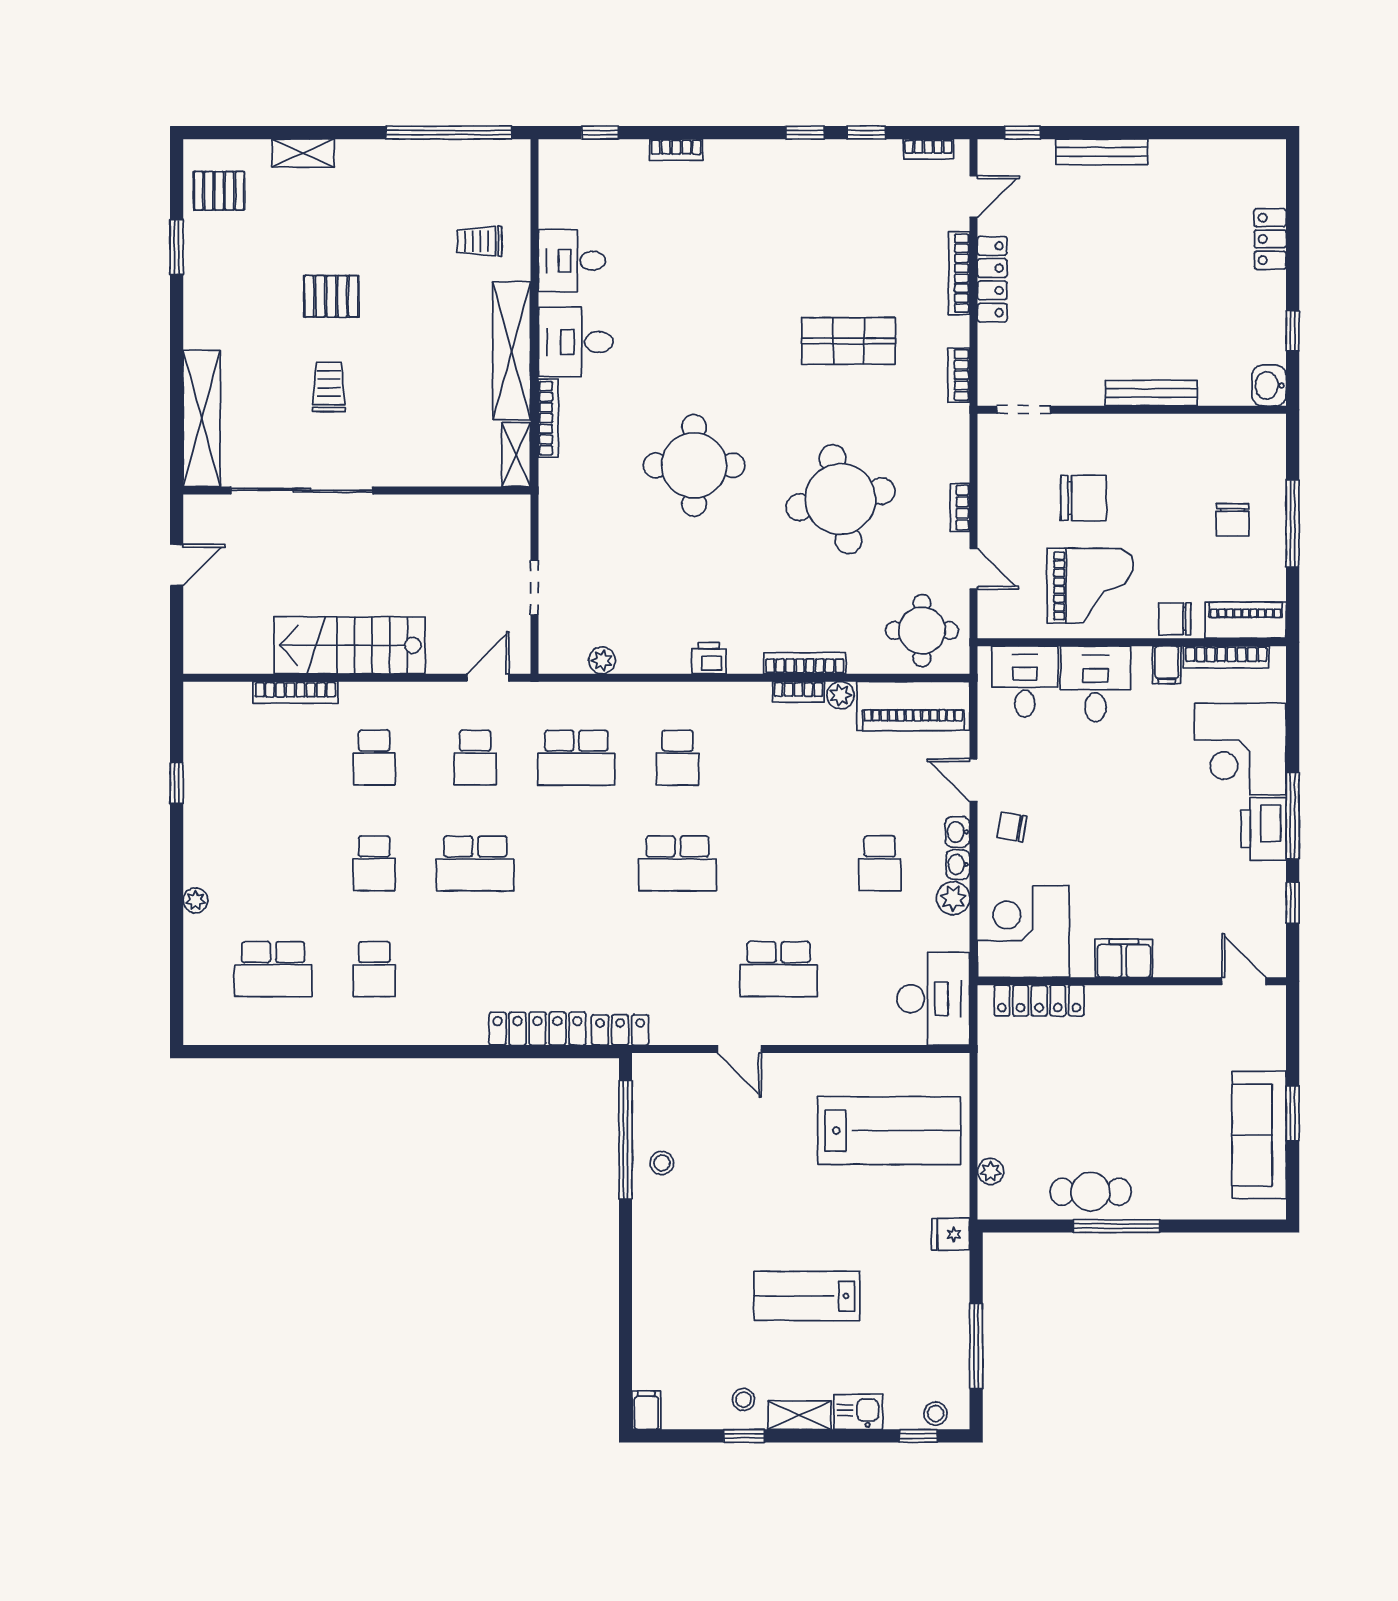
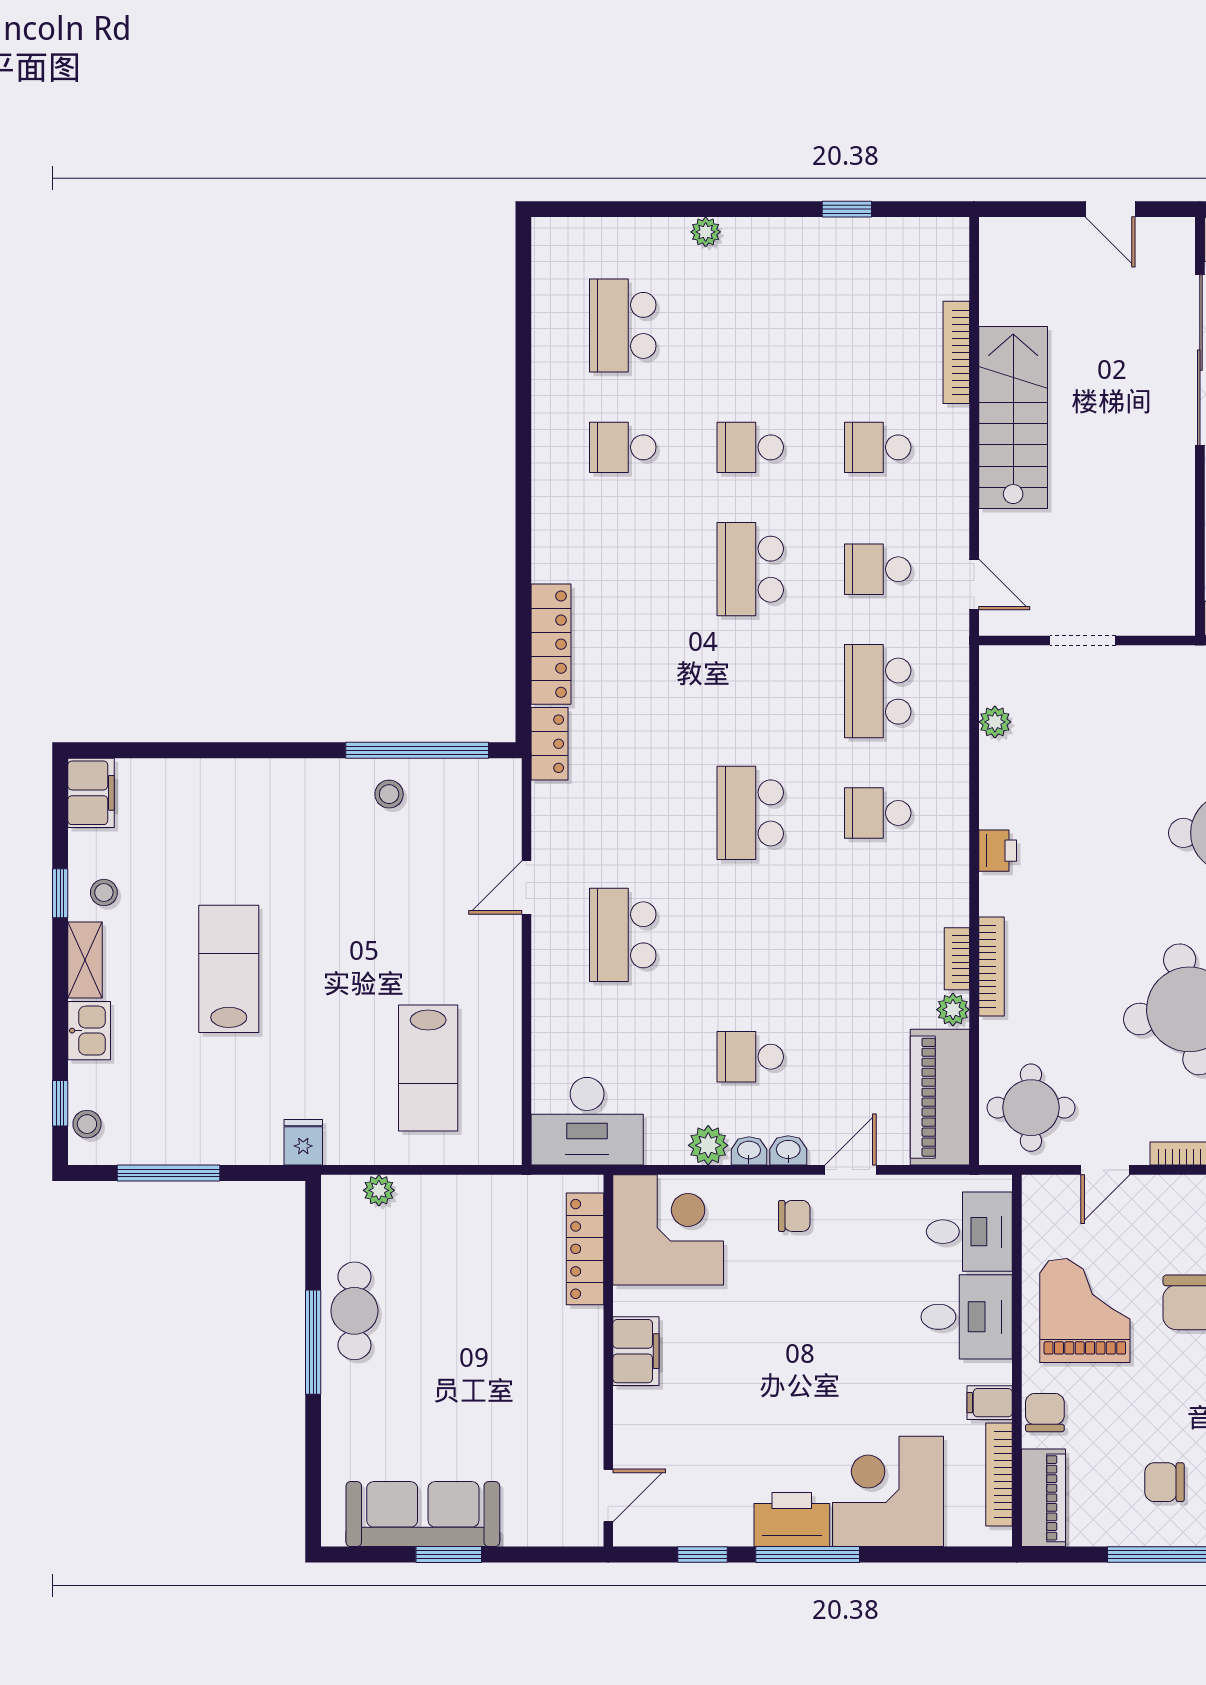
grand piano: (1090, 586) -> (1085, 1311), turned 180
chair: (1012, 827) -> (794, 1216), turned 80
lab bench: (889, 1131) -> (428, 1068), width x0.73, depth x0.72
filing cabinet: (646, 1410) -> (91, 793), width x2.00

